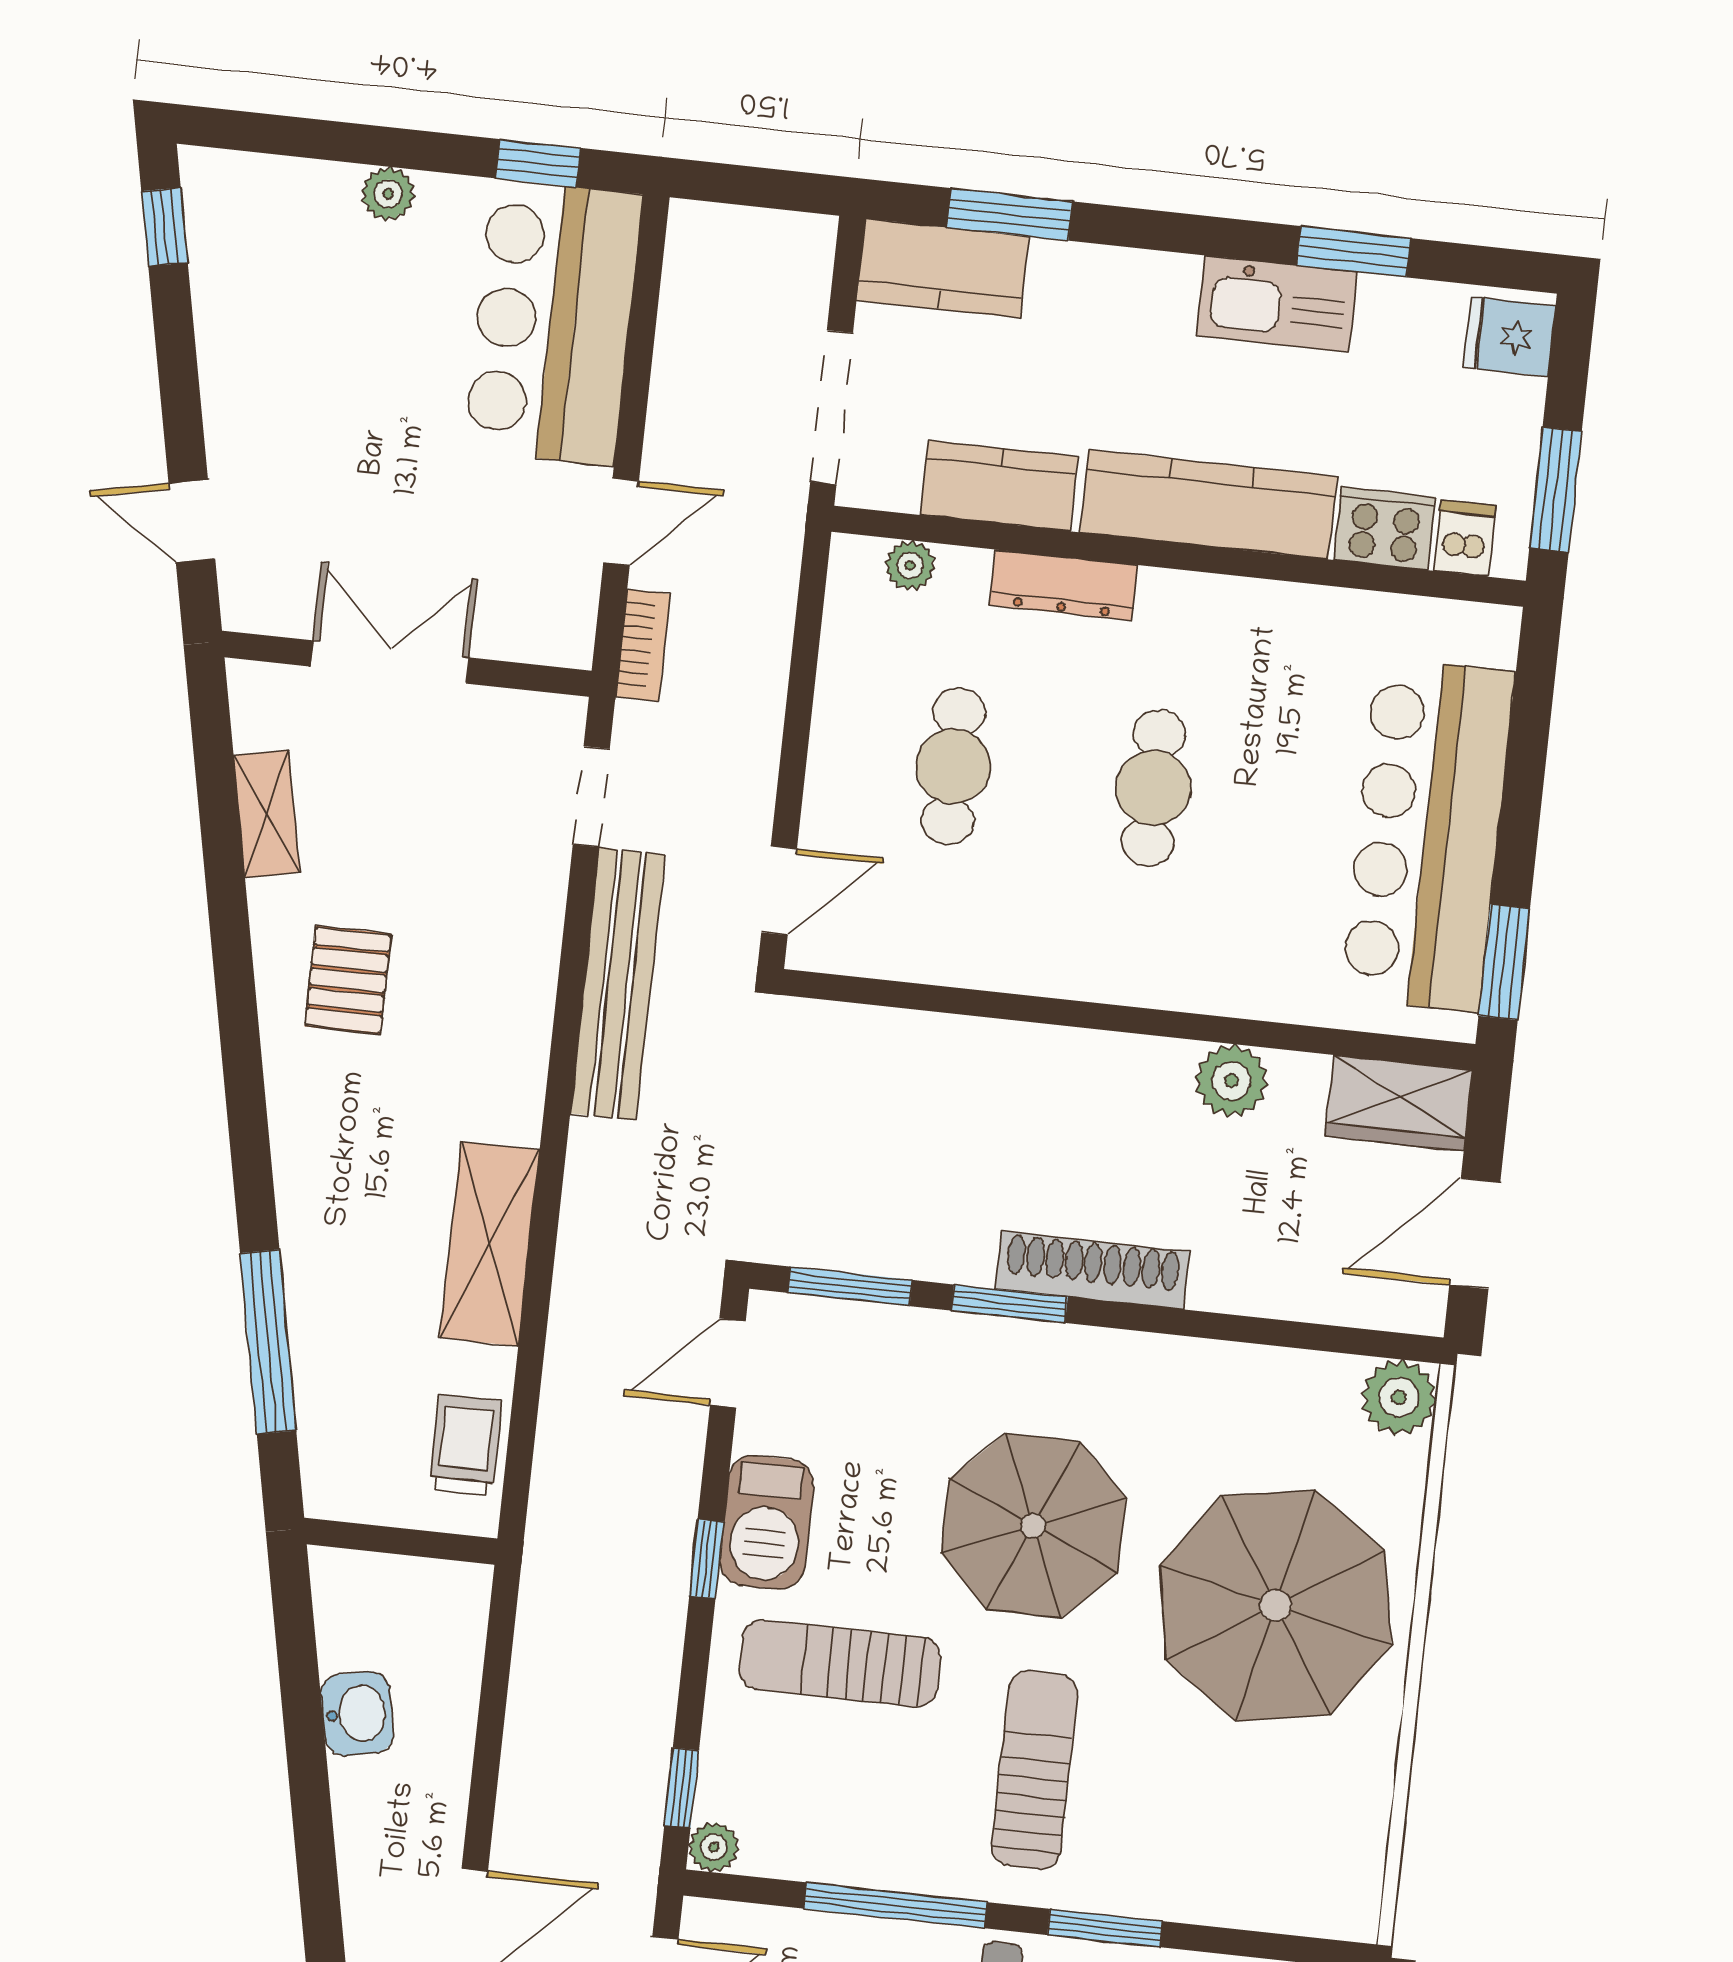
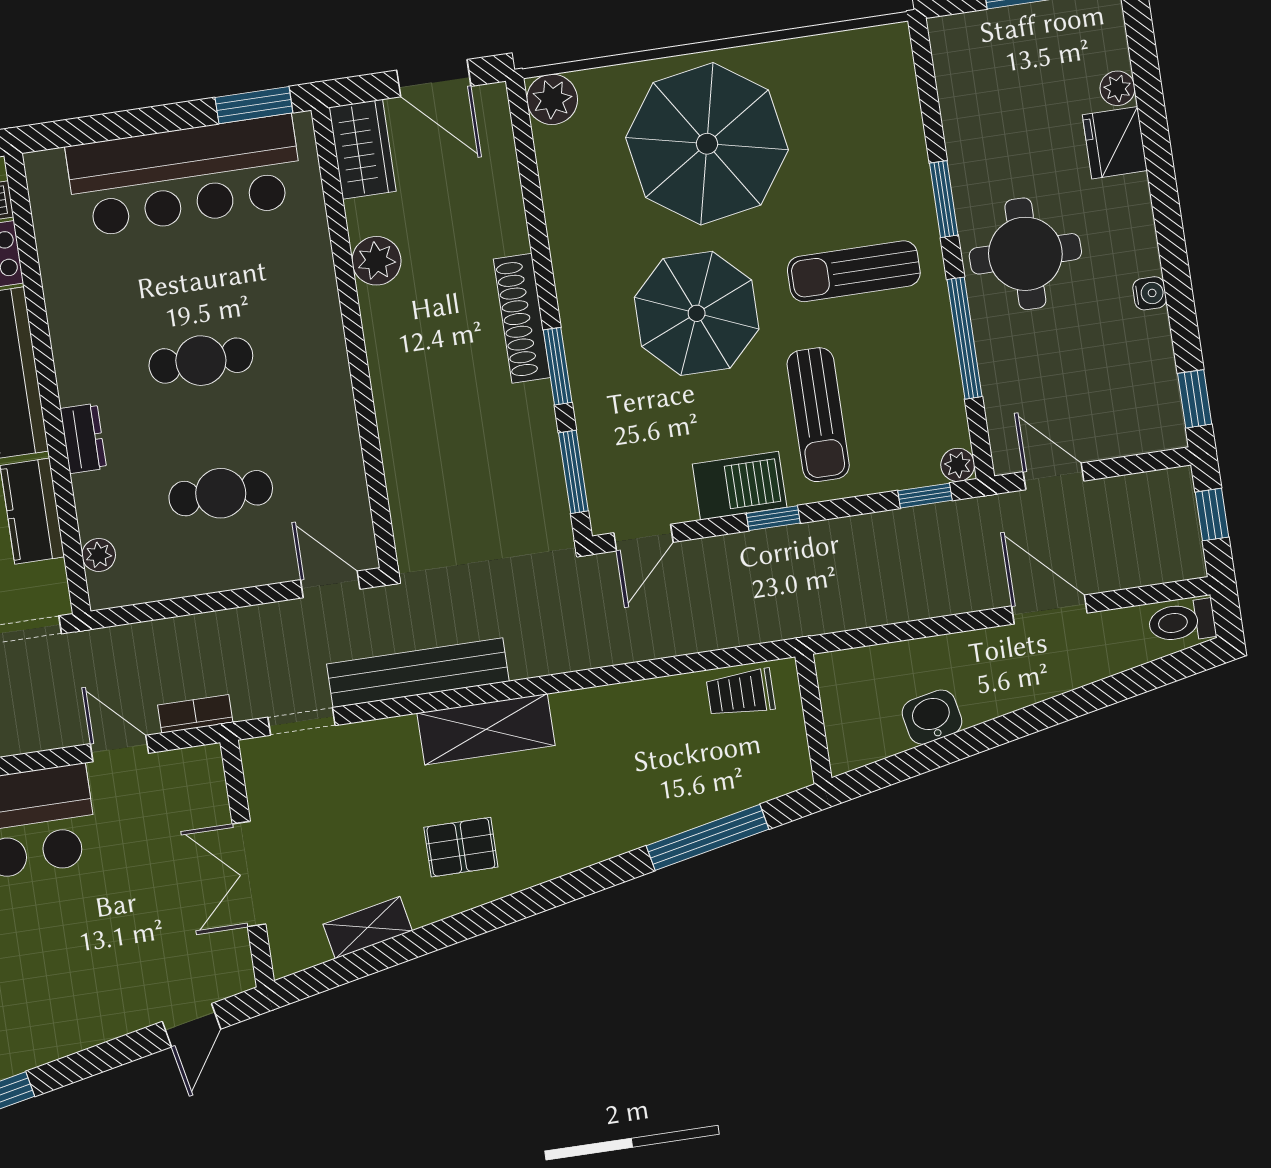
dresser: (1064, 585) -> (83, 438), width x0.70
shelving: (490, 1244) -> (486, 729), moved
door: (728, 1363) -> (644, 538), hinge flipped

